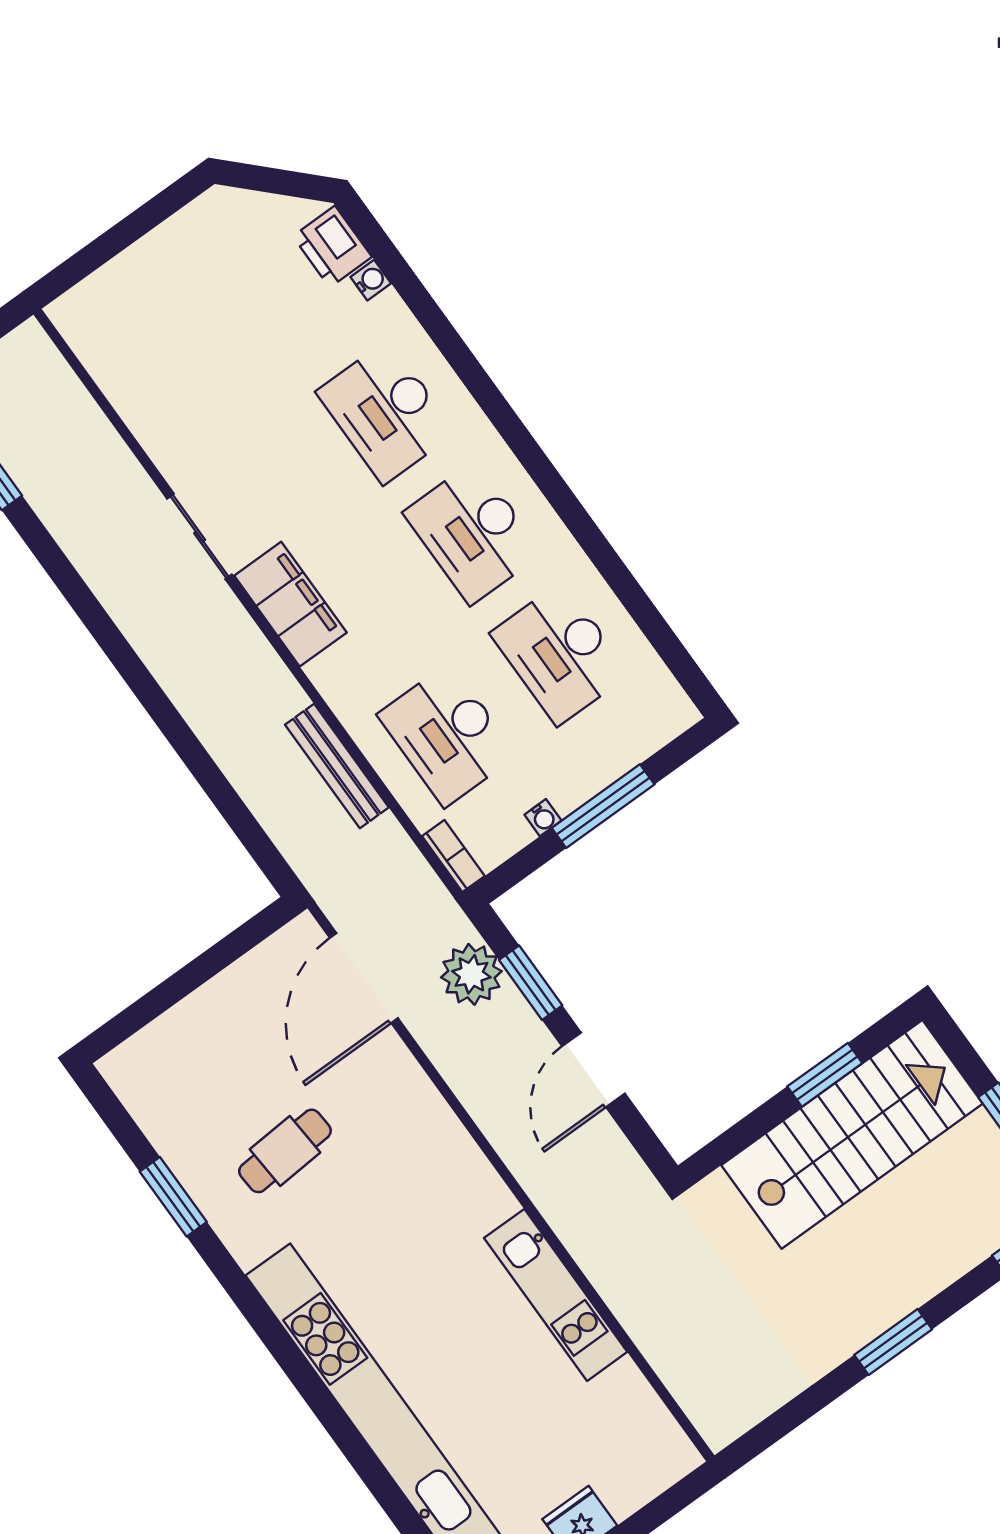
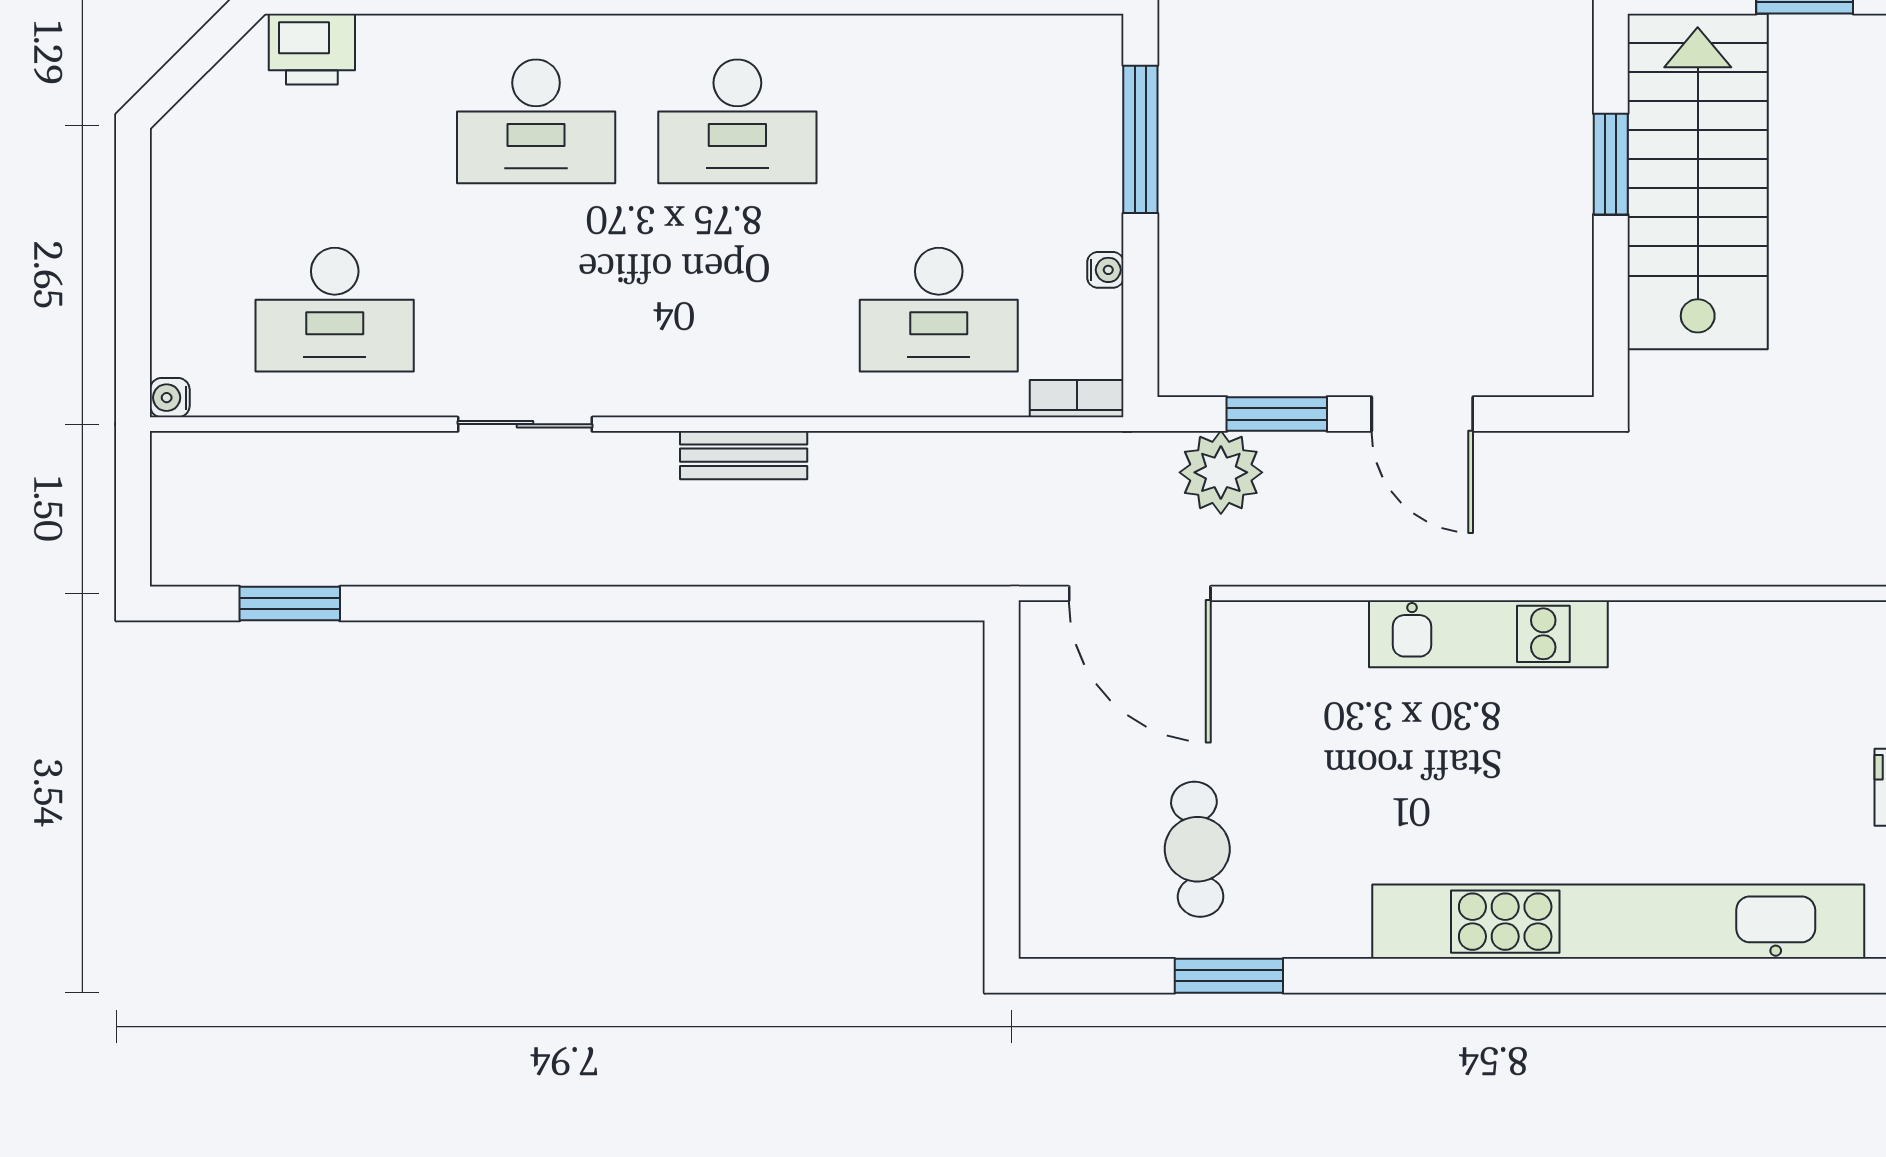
water cooler: (371, 280) -> (170, 398), moved, turned -90
filing cabinet: (290, 604) -> (671, 378), removed
desk: (560, 654) -> (335, 310), moved
bench: (337, 766) -> (744, 455), moved, width x0.73
window: (603, 806) -> (1140, 139), moved
cafe table: (285, 1151) -> (1197, 849), moved
kitchen unit: (556, 1295) -> (1488, 634), moved

